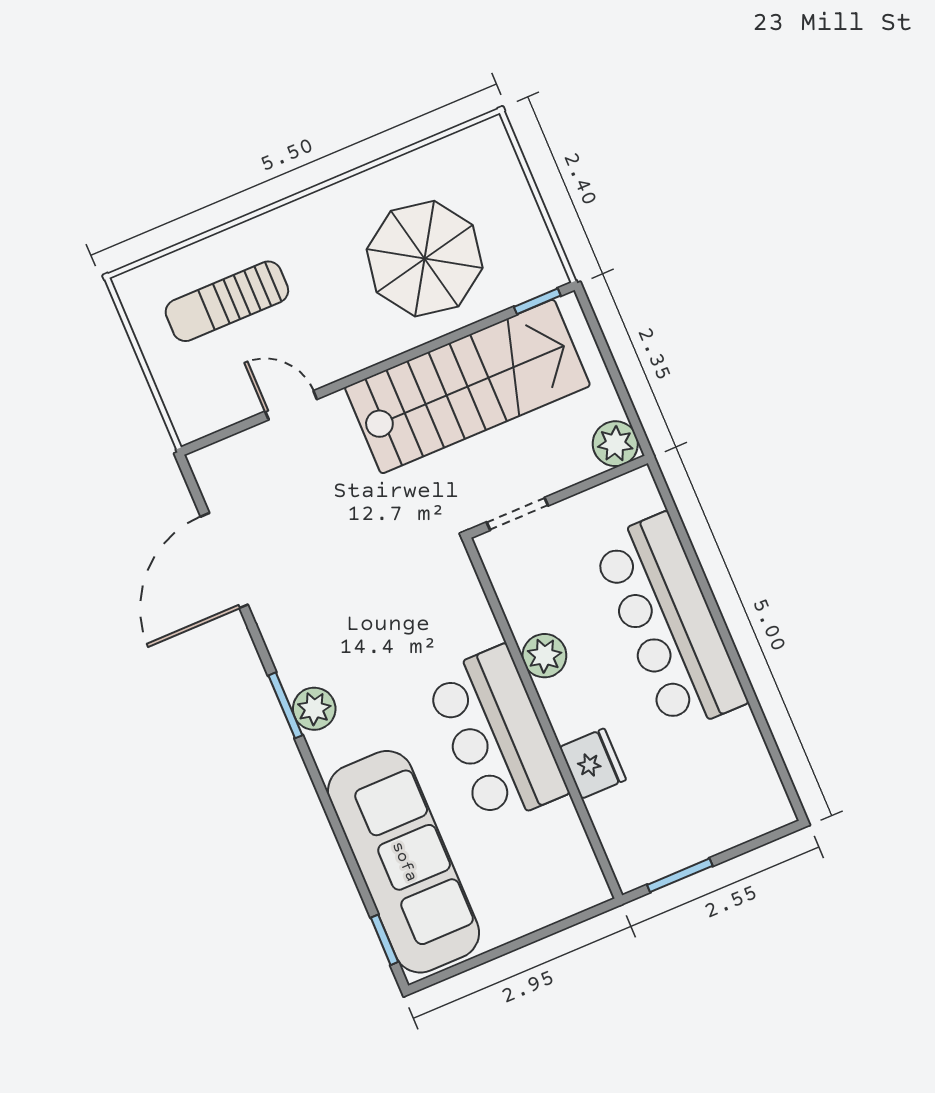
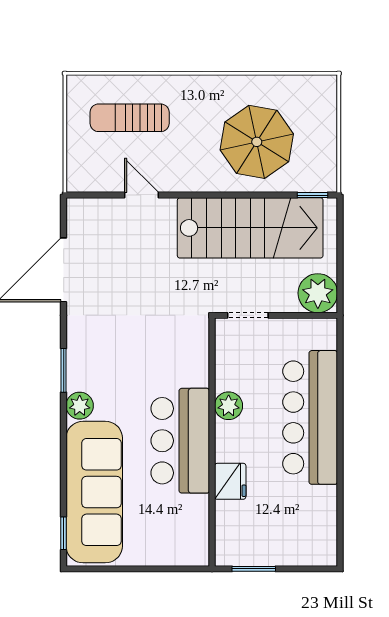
plant: (615, 444) -> (318, 293), width x1.36, depth x1.36
plant: (314, 709) -> (80, 406), moved

